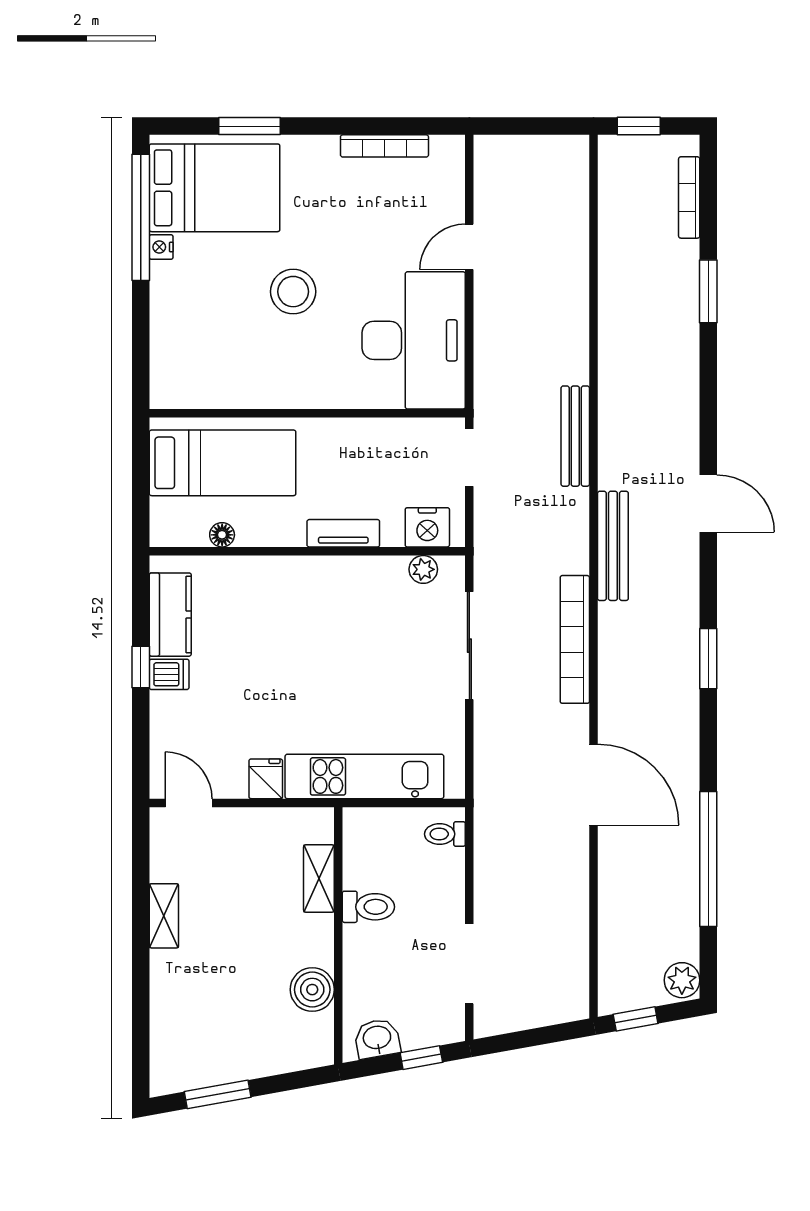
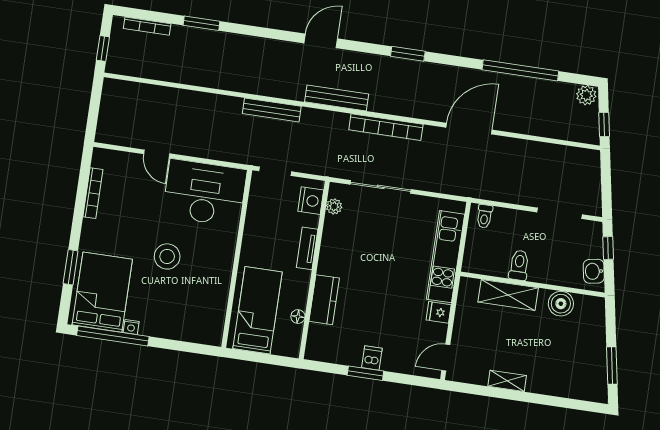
kitchen counter: (170, 615) -> (324, 300), moved, turned 90
window: (141, 667) -> (365, 373), width x1.50
shelving: (319, 879) -> (508, 295), width x1.50, depth x1.33

